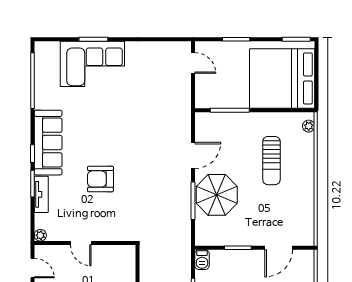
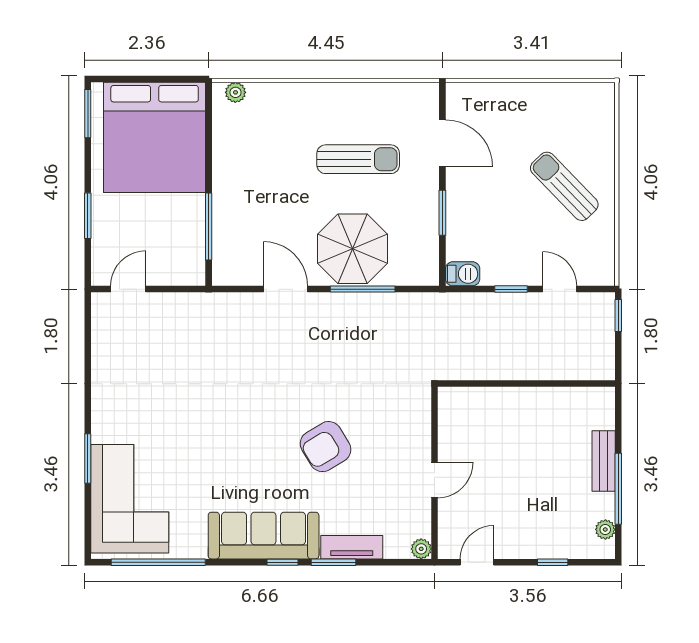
corner sofa: (92, 64) -> (130, 499), moved
sun lounger: (271, 161) -> (358, 159), moved
armchair: (100, 179) -> (326, 447), turned 59

